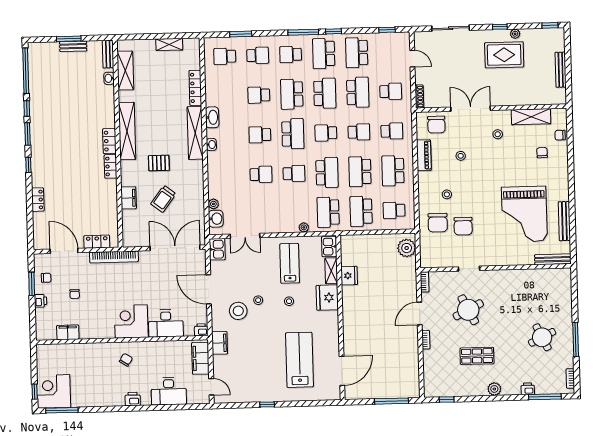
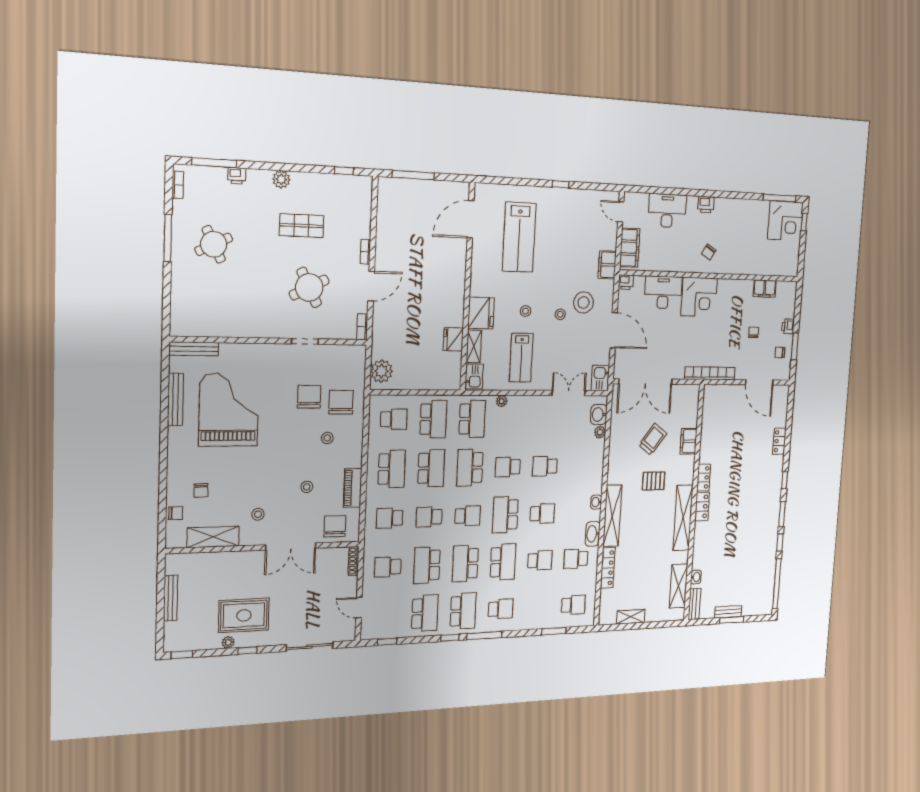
school desk: (258, 55) -> (576, 559), moved
locker: (97, 242) -> (726, 392), removed

